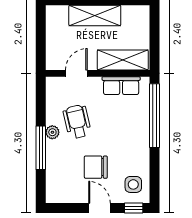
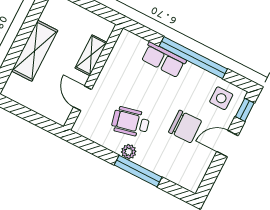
shelving: (123, 60) -> (91, 55), width x0.67, depth x0.75
row of seats: (121, 86) -> (164, 60), moved, turned 90
window: (154, 116) -> (193, 58), moved
chair: (96, 167) -> (185, 127), turned -91

